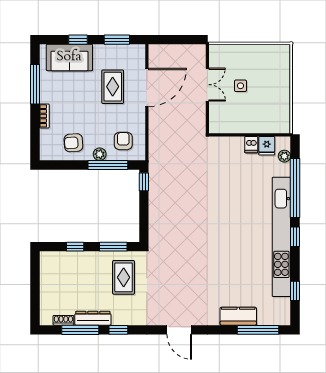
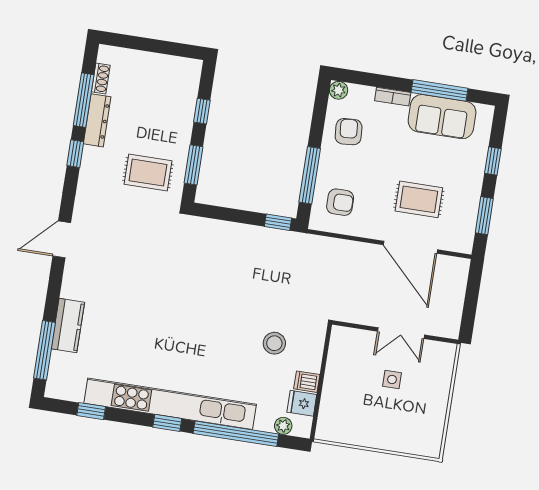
sofa: (69, 57) -> (442, 117), moved, turned -90
plant: (100, 154) -> (339, 90), moved
stool: (228, 171) -> (274, 343), added

